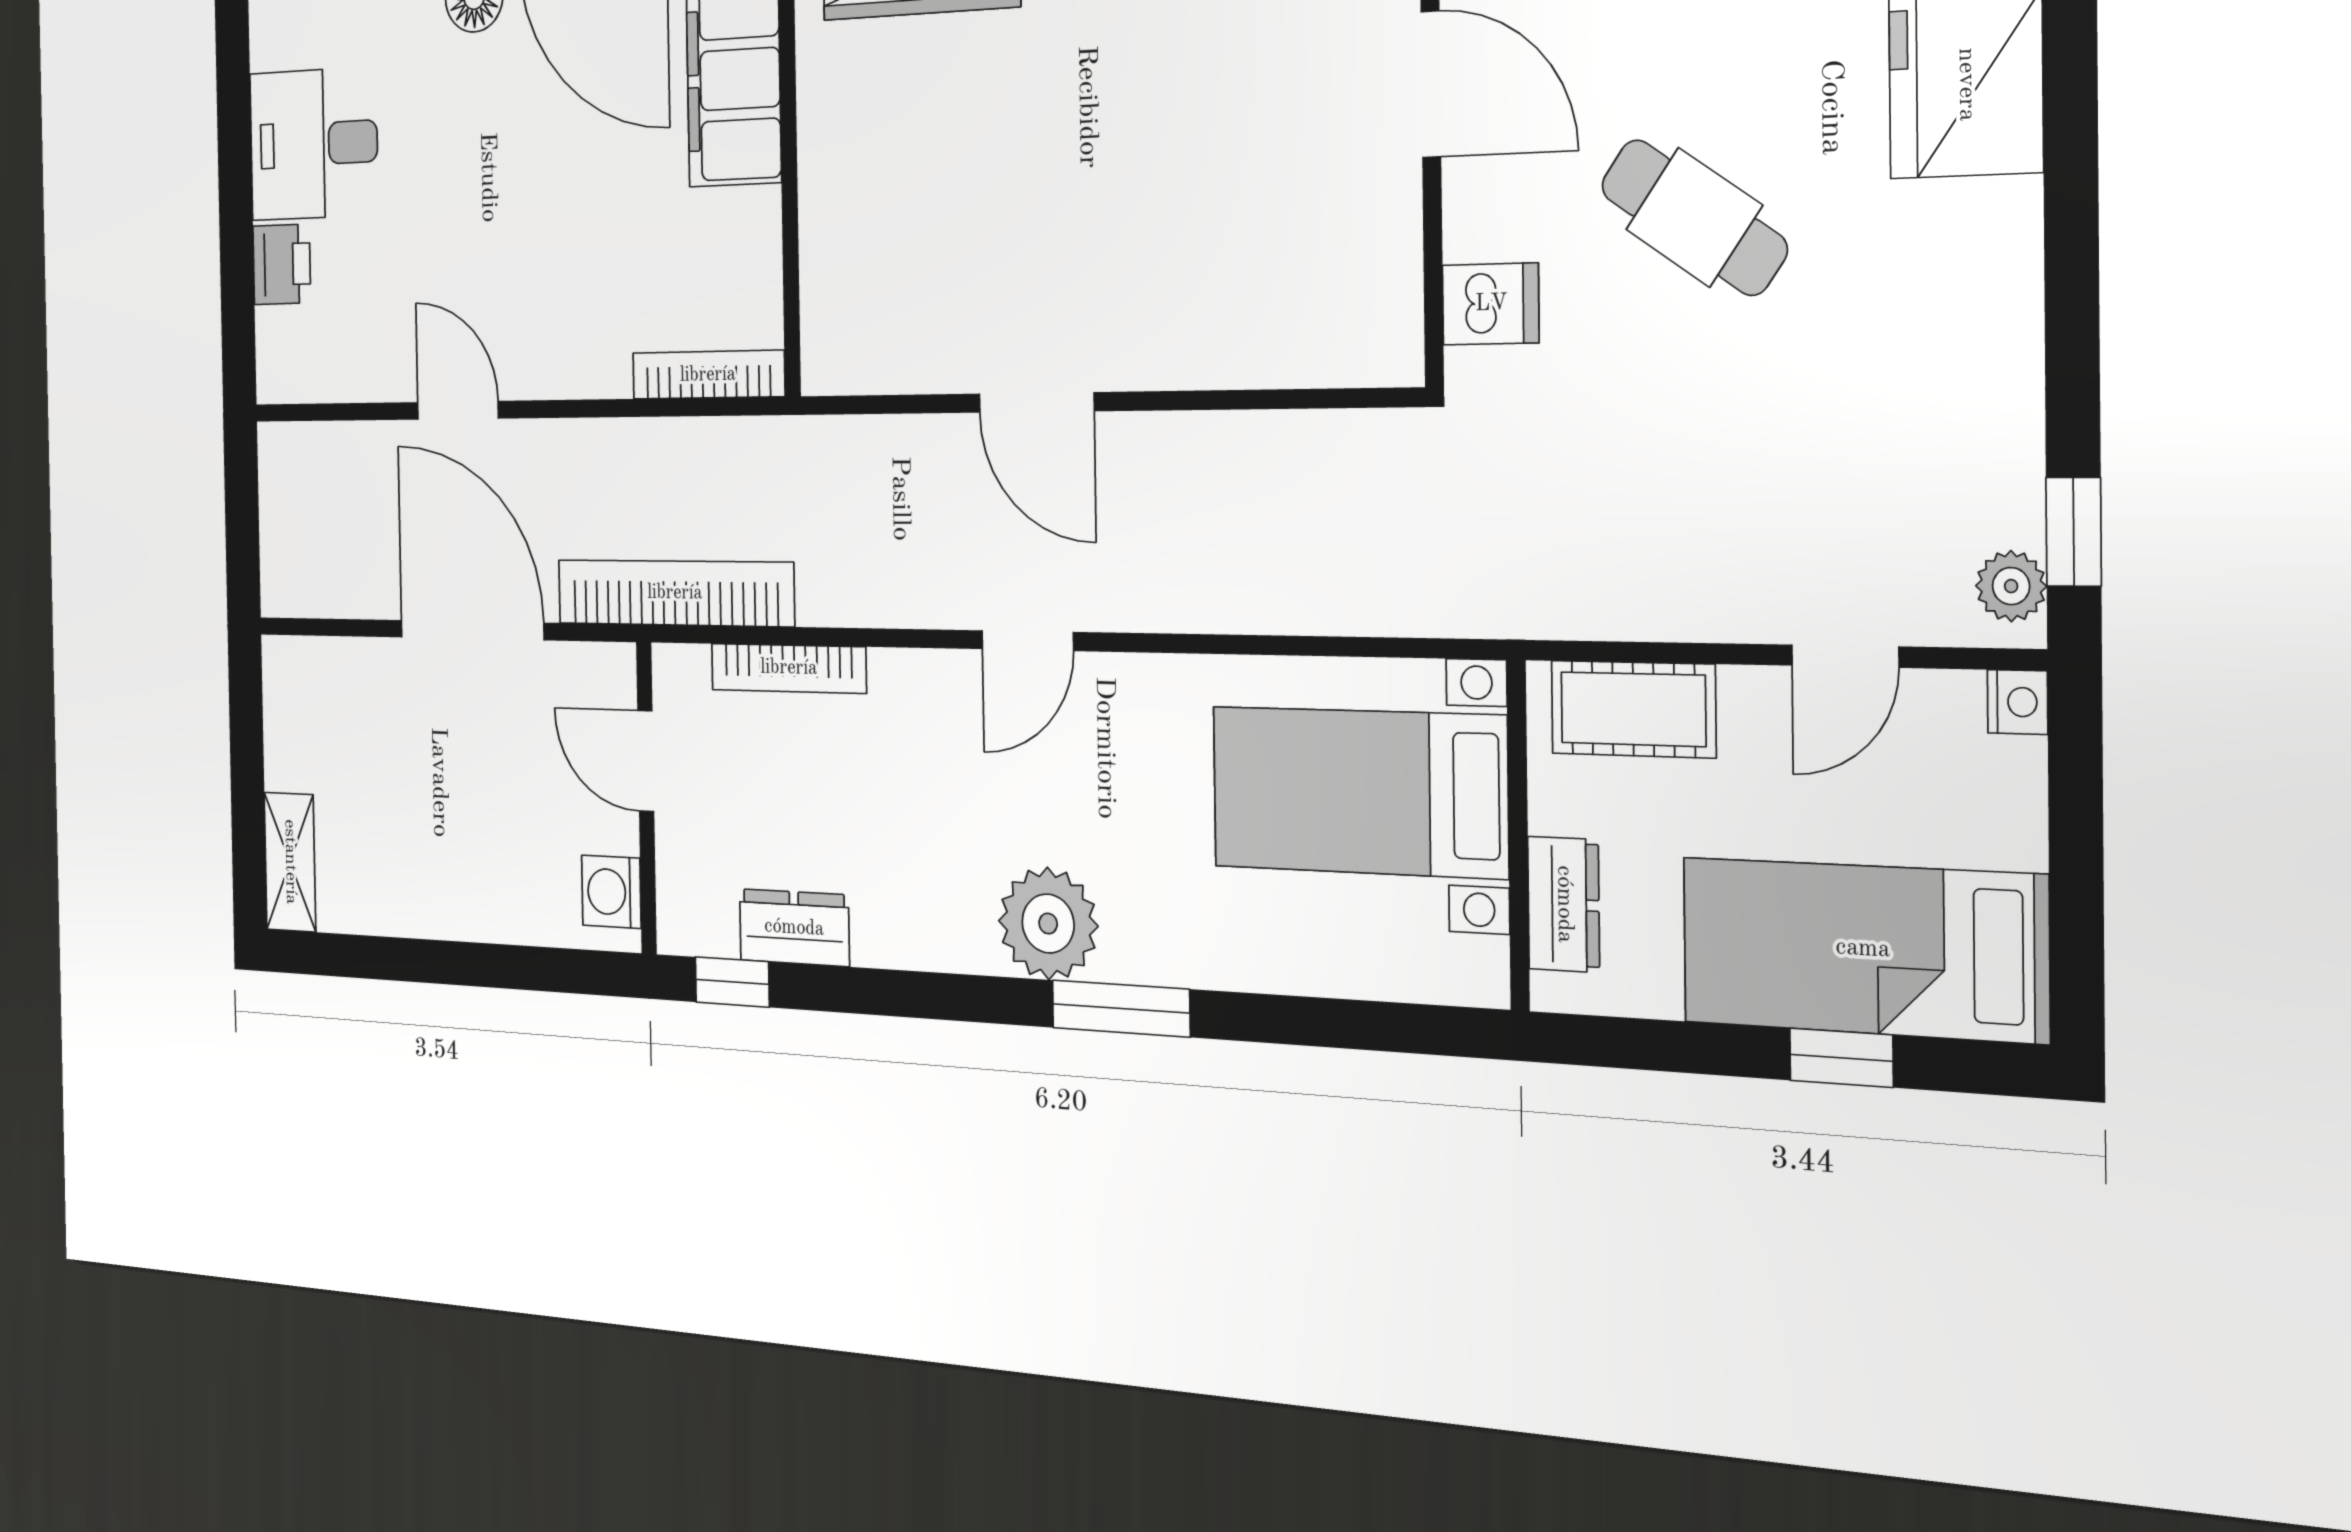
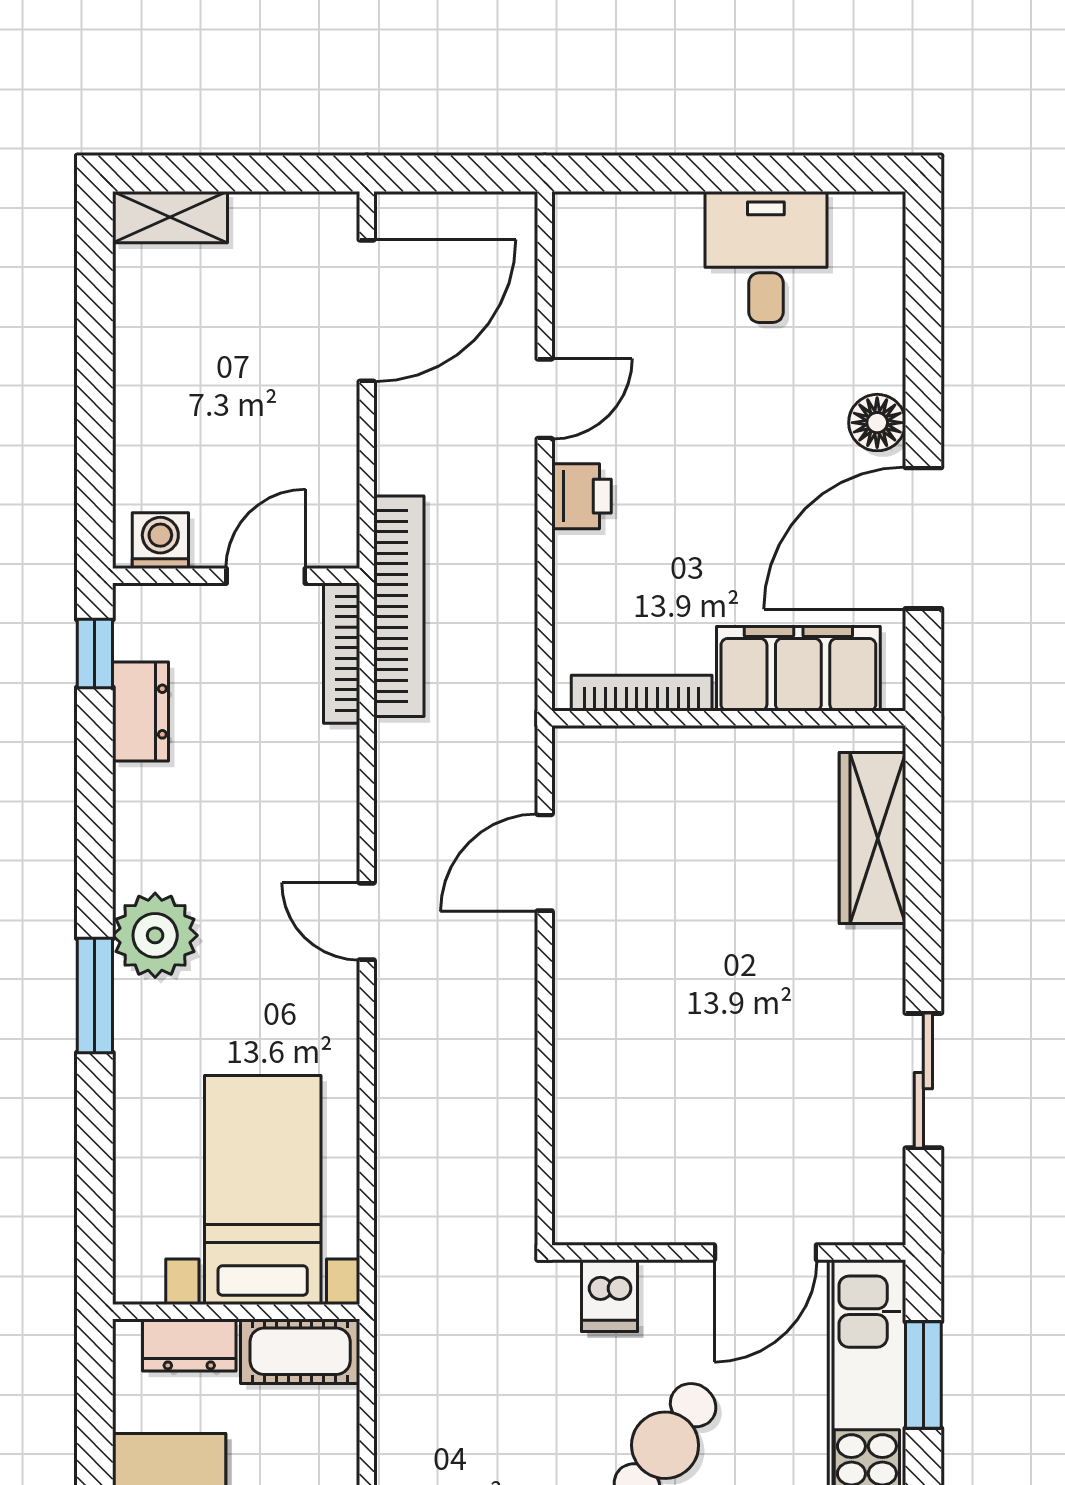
printer: (282, 264) -> (582, 496), moved, turned -90
bookcase: (708, 375) -> (642, 693), moved, turned -90
door: (1036, 402) -> (545, 863), moved
door: (472, 630) -> (367, 311), moved
bookcase: (789, 668) -> (342, 653), moved
cot: (1633, 709) -> (300, 1351), moved, turned 90

